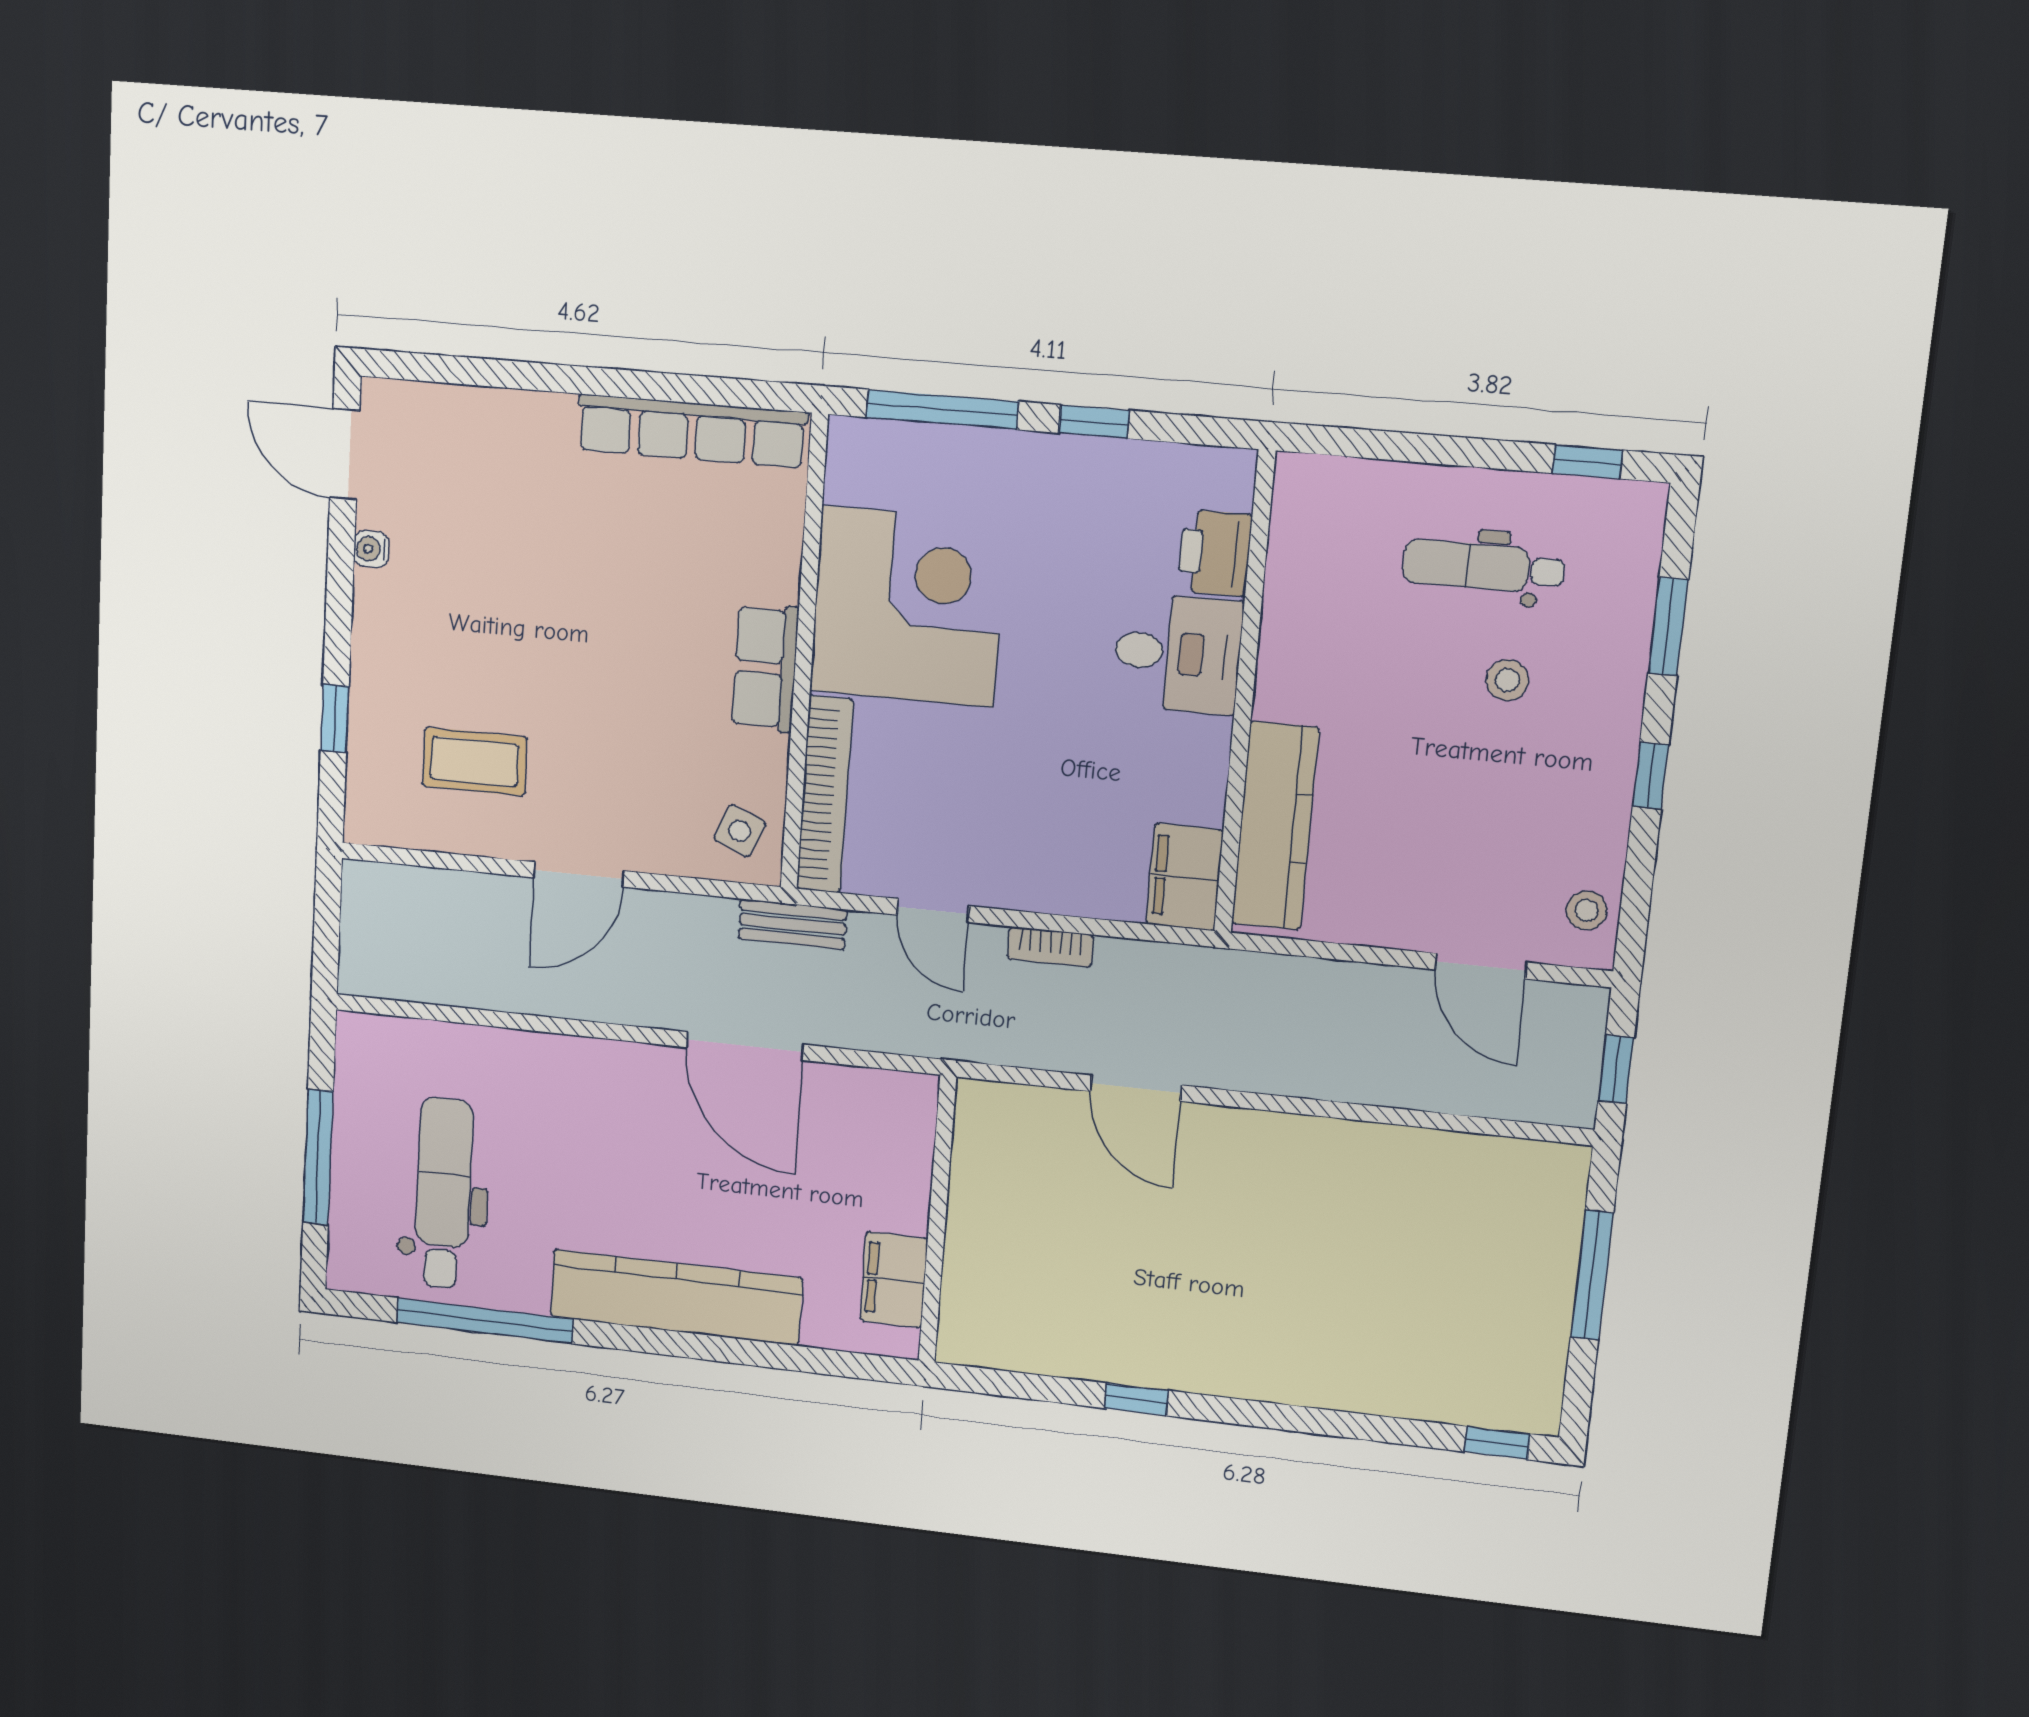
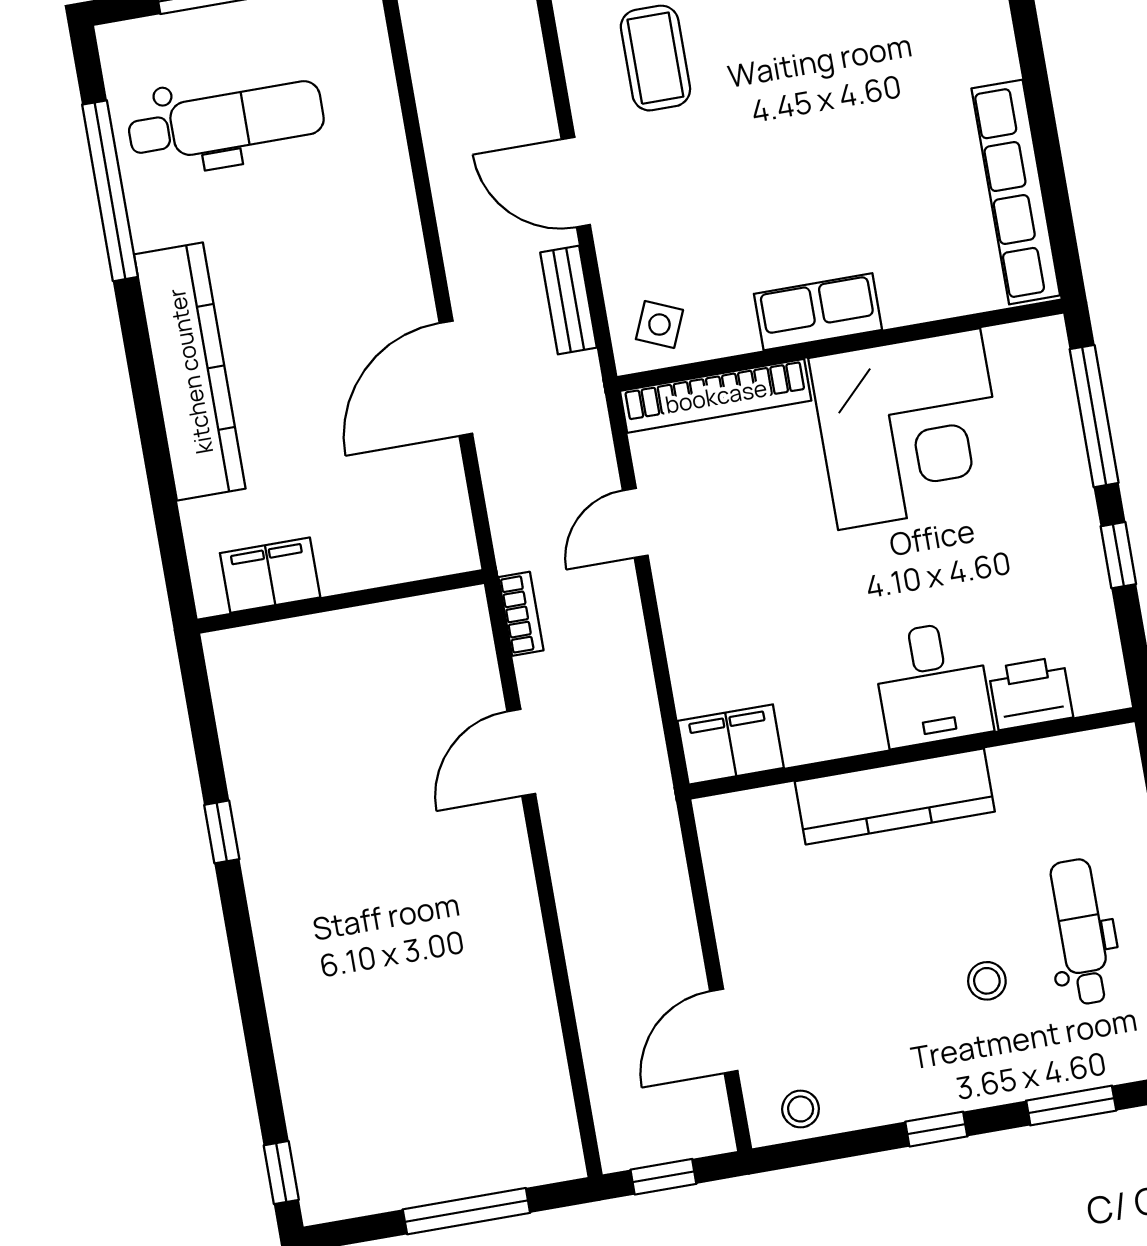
kitchen counter: (1275, 826) -> (895, 797), moved
bench: (793, 924) -> (569, 300), moved
bookcase: (1050, 947) -> (521, 614), moved, turned 180

